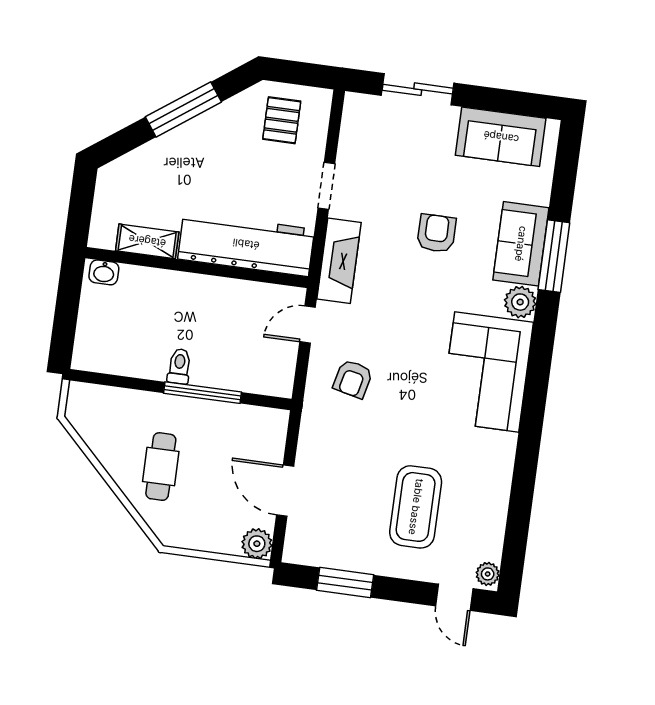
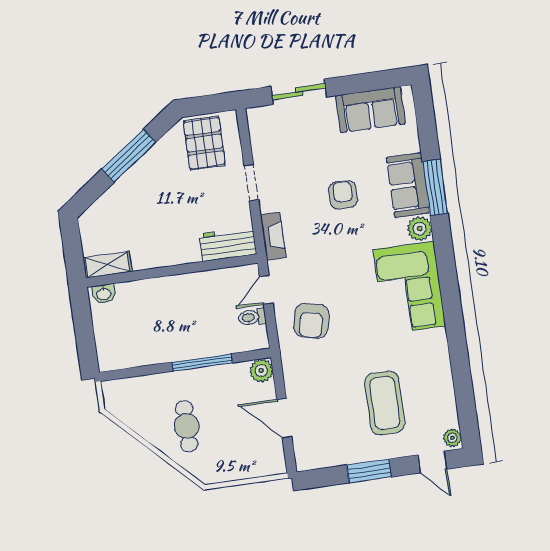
pallet: (282, 120) -> (204, 143), width x1.50, depth x1.42
shelving: (147, 241) -> (107, 265), moved
workbench: (246, 244) -> (228, 244), width x0.53, depth x0.76
fireplace: (339, 261) -> (273, 236), width x0.73, depth x0.76
toilet: (179, 366) -> (252, 317), moved, turned -90
armchair: (353, 379) -> (311, 321), width x1.38, depth x1.38
plant: (257, 544) -> (261, 370), moved
window: (345, 583) -> (369, 471), moved

